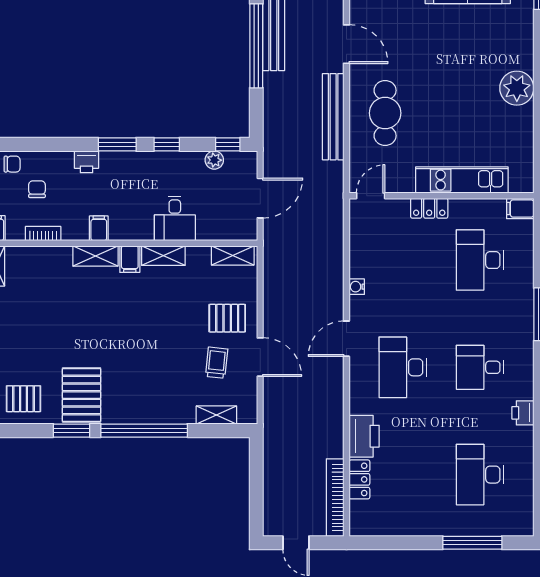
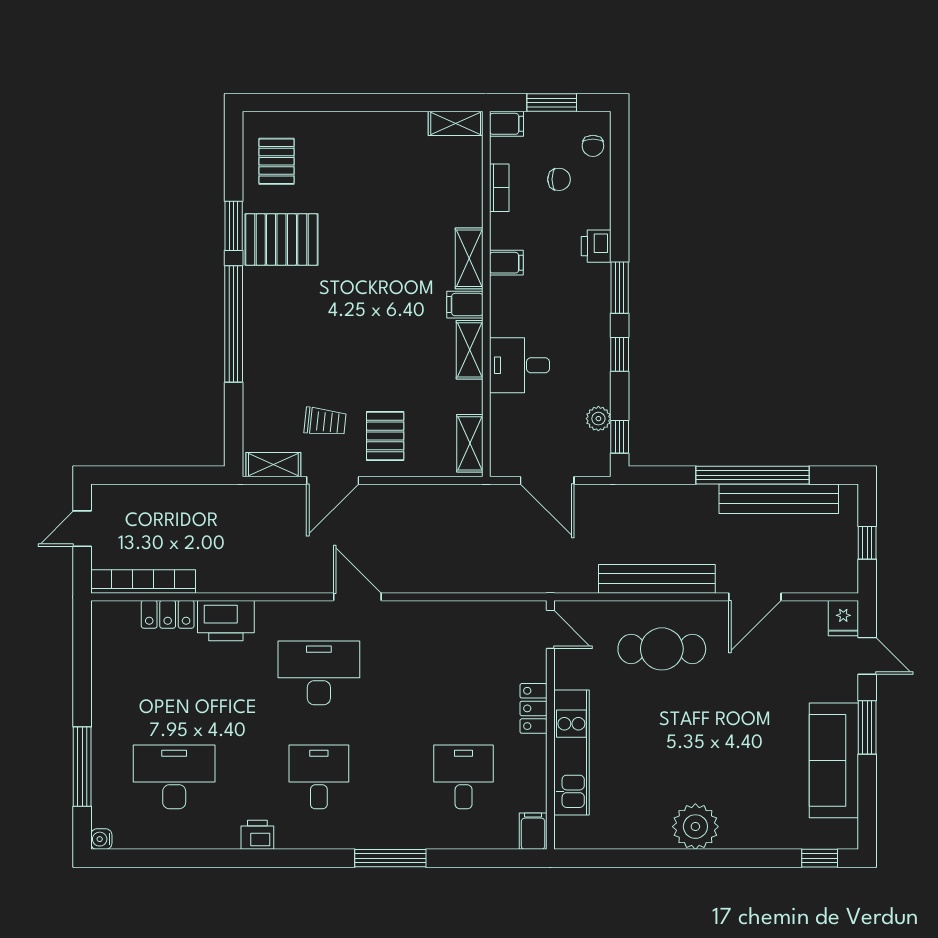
desk: (480, 260) -> (464, 777), width x0.73
water cooler: (357, 287) -> (101, 839), moved, turned -90
shelving: (216, 415) -> (273, 465), moved, turned 90

